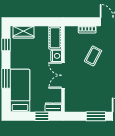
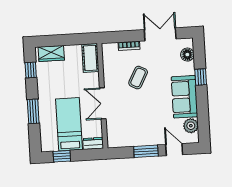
nightstand: (56, 56) -> (93, 80), removed
bed: (20, 91) -> (69, 124), moved
window: (42, 116) -> (62, 156), moved

